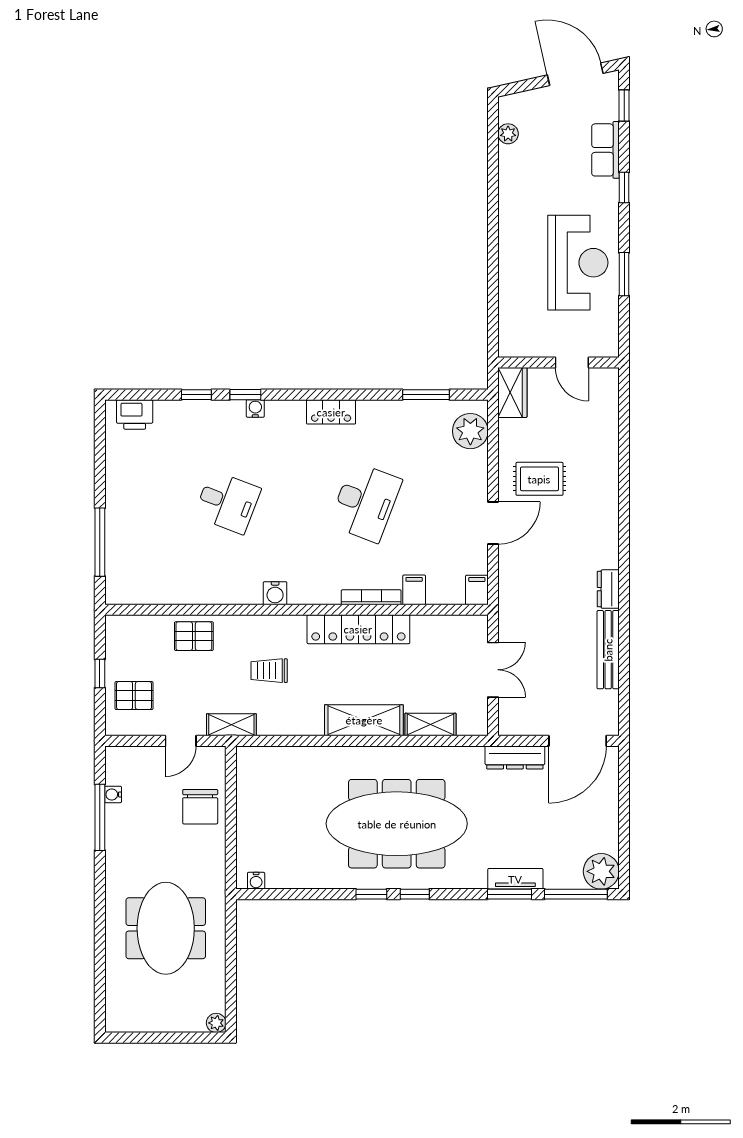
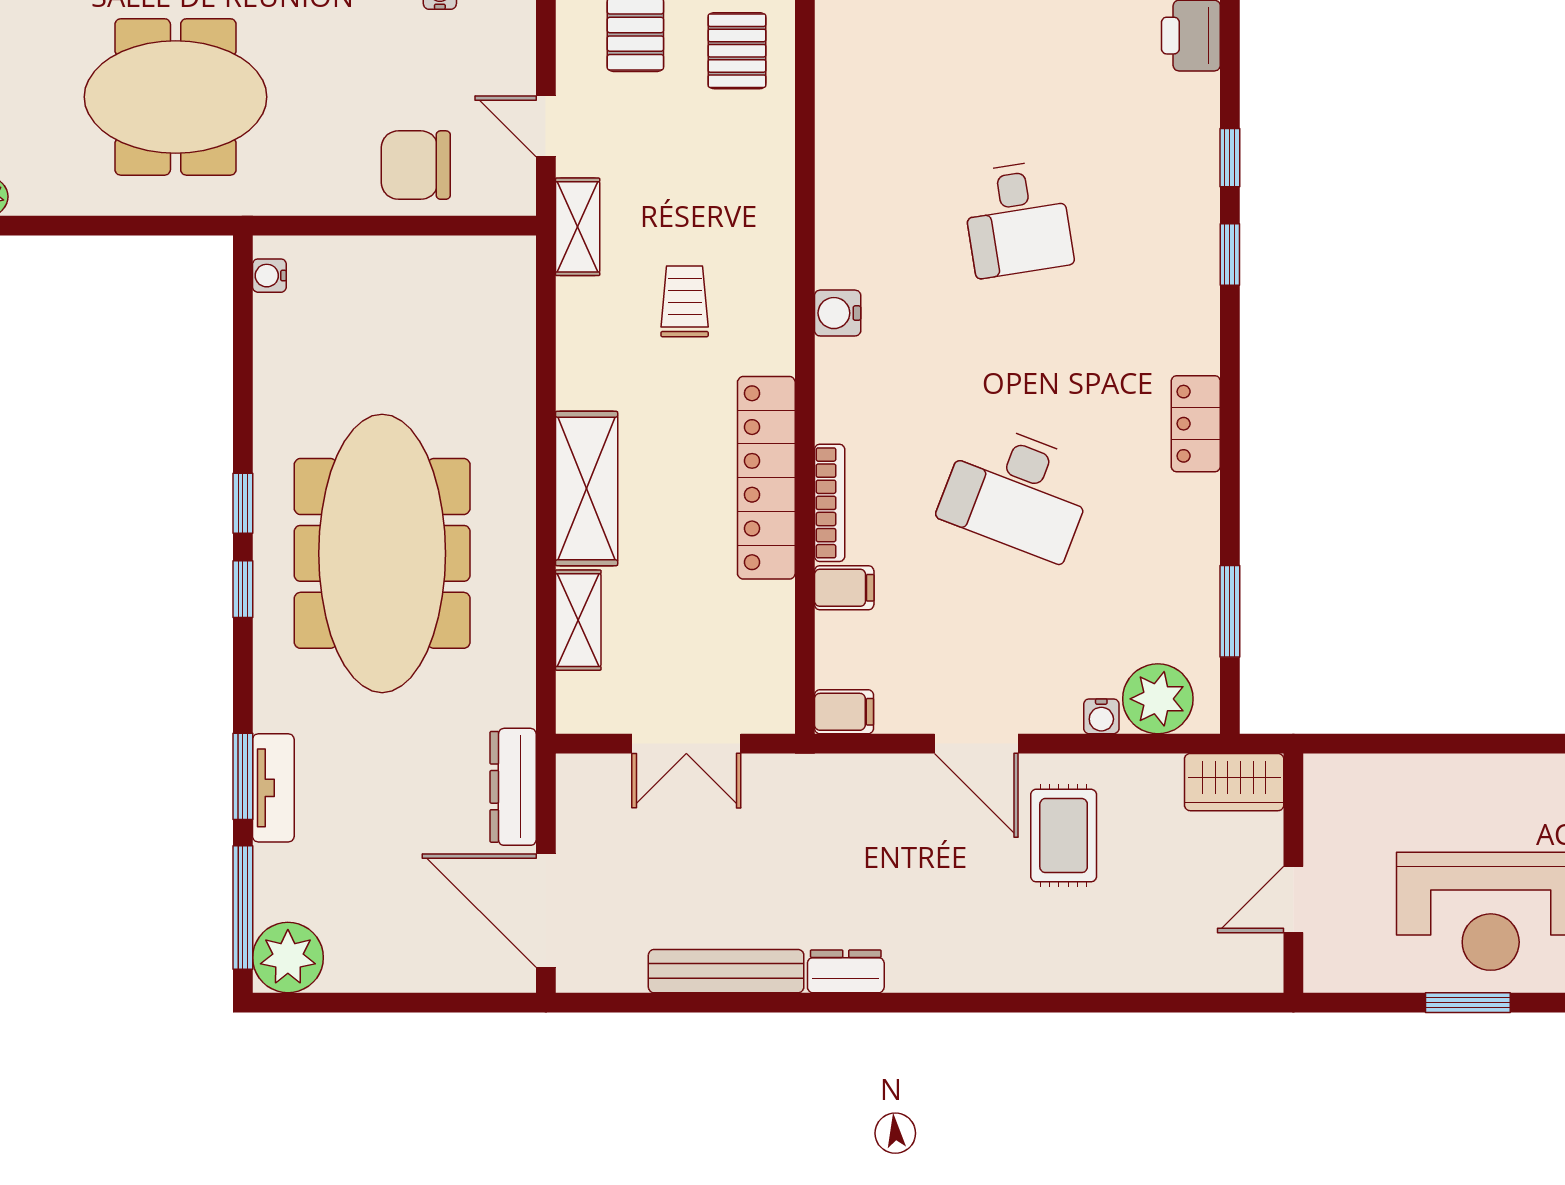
water cooler: (255, 408) -> (1101, 716), moved, turned 90
desk: (227, 502) -> (1017, 219), turned -30
pallet: (194, 636) -> (737, 51), moved

